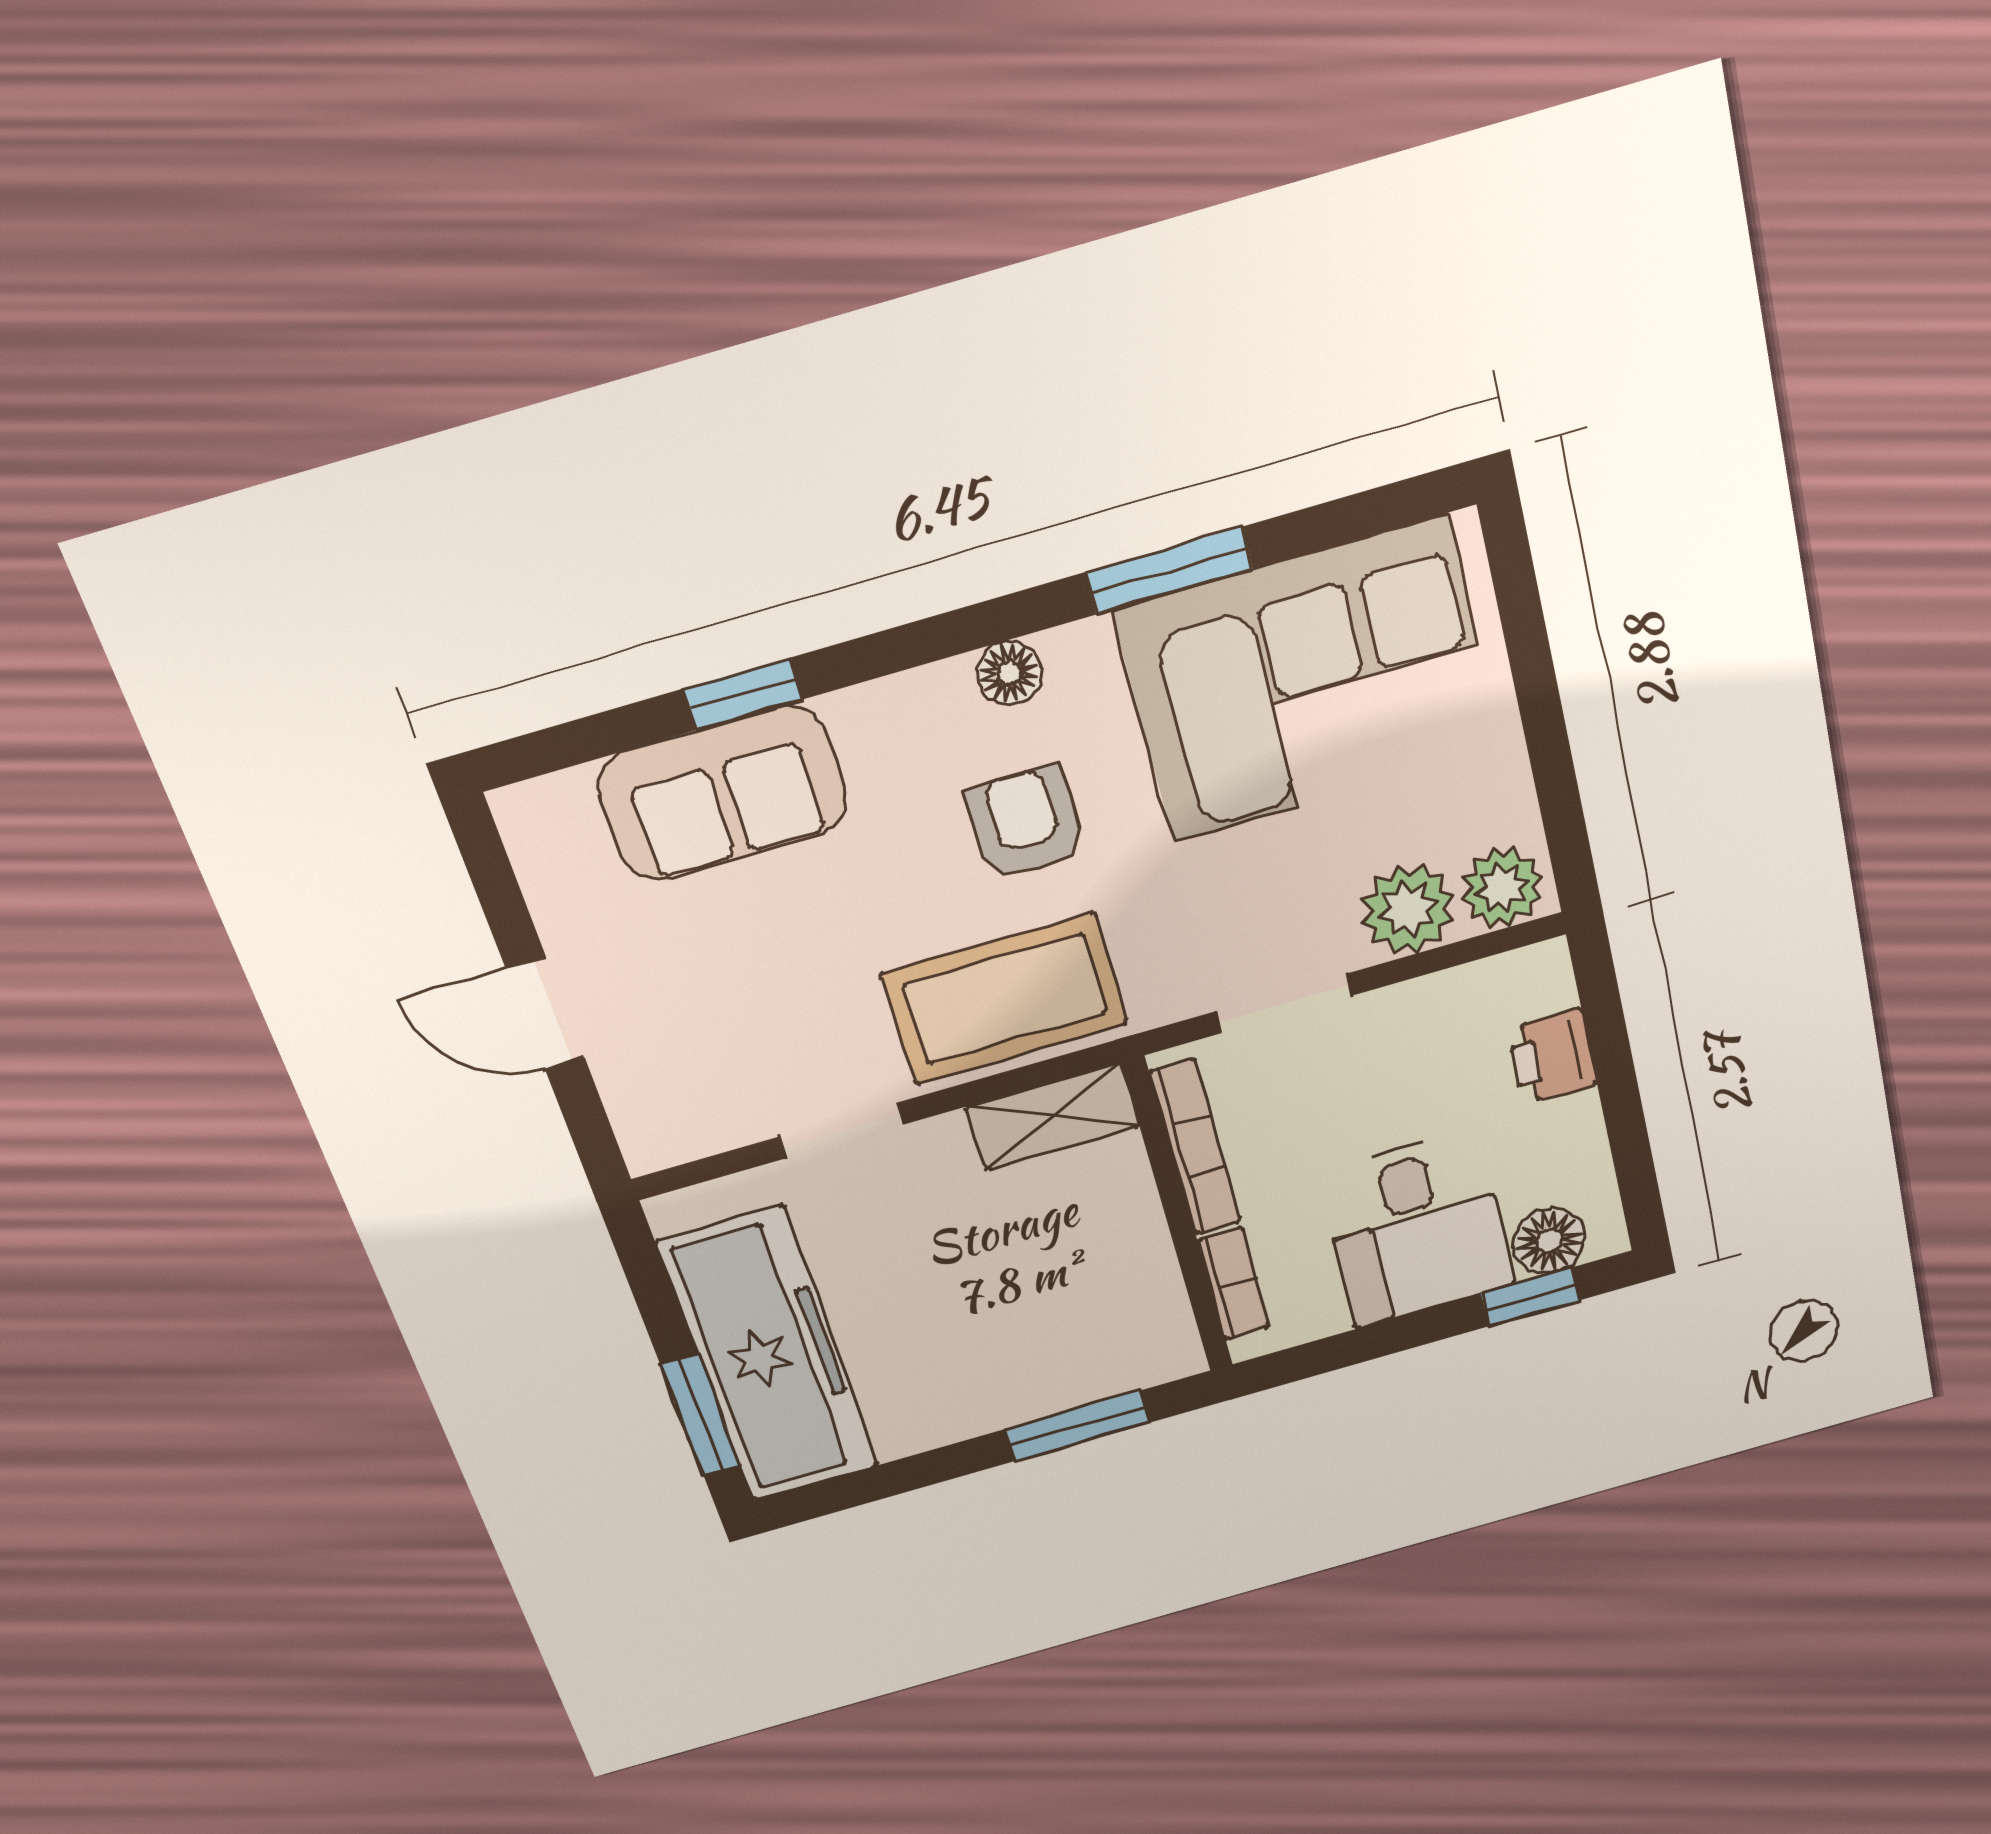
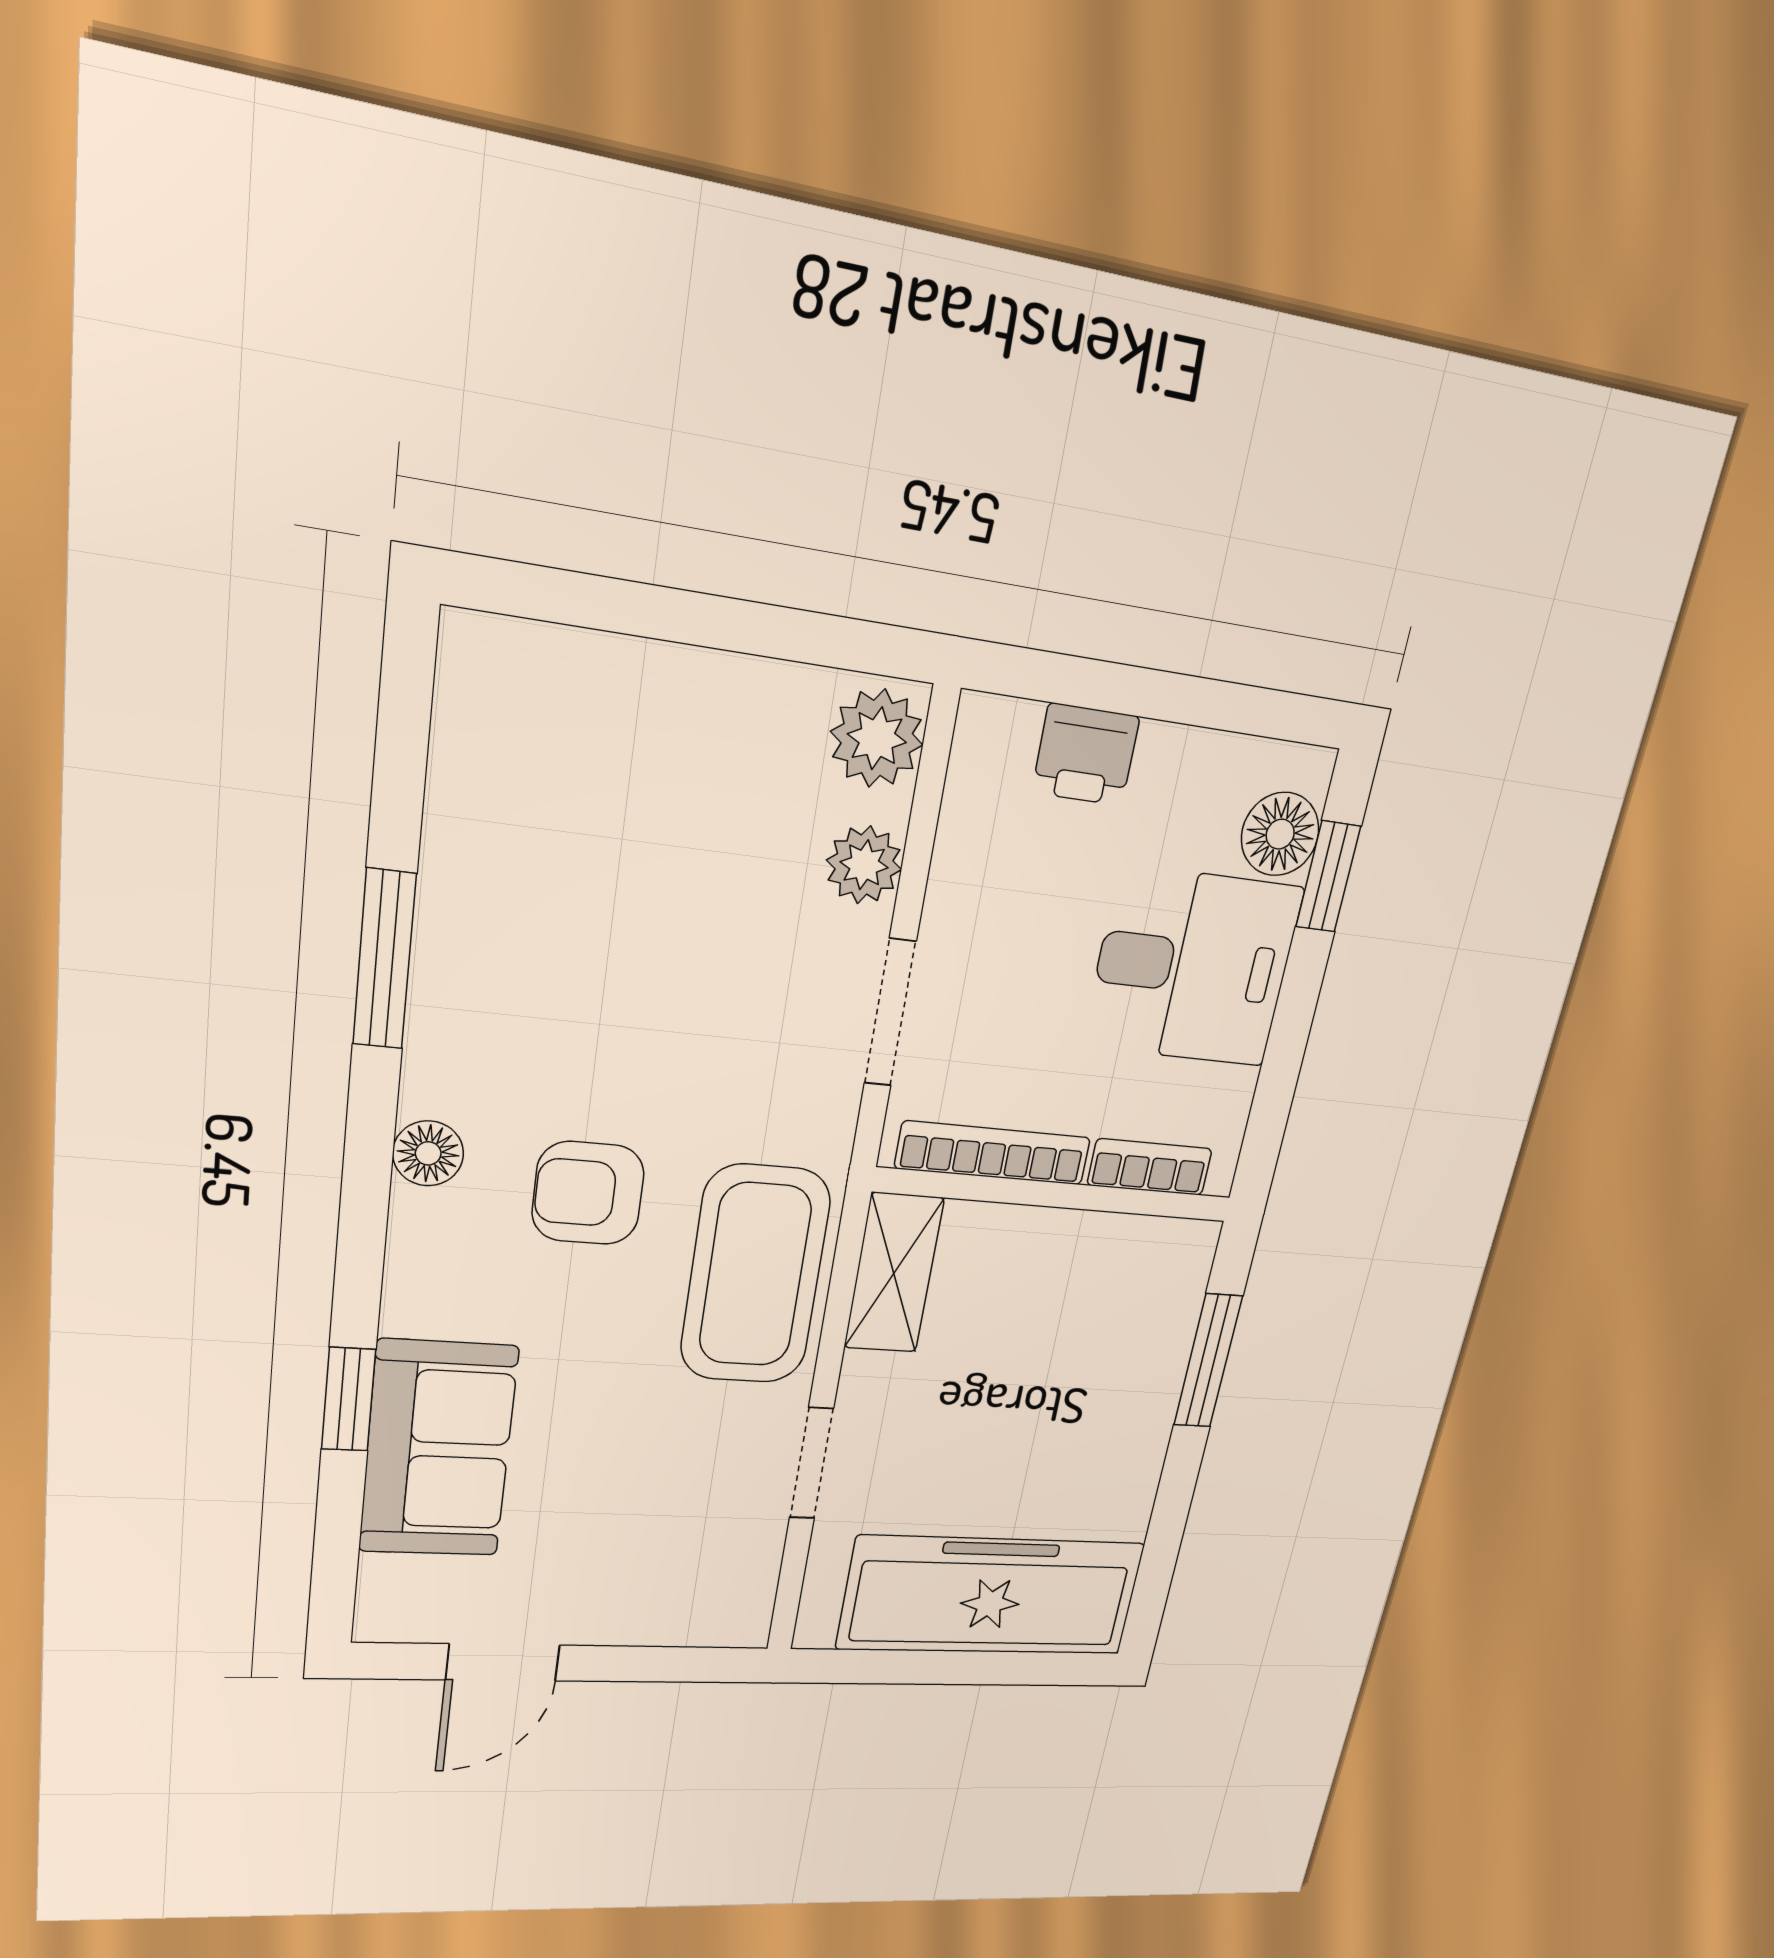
corner sofa: (1308, 680) -> (560, 860), removed
plant: (1408, 909) -> (864, 865), width x0.73, depth x0.73
door: (545, 1013) -> (503, 1662), moved
window: (701, 1416) -> (1016, 1668), removed

